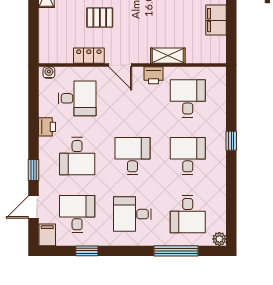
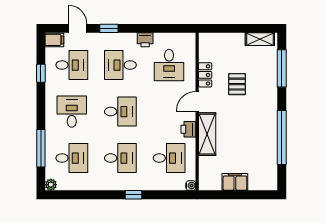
shelving: (168, 56) -> (207, 134), width x1.50, depth x1.33
water cooler: (49, 72) -> (191, 186), moved
desk: (188, 214) -> (72, 158), turned 180

